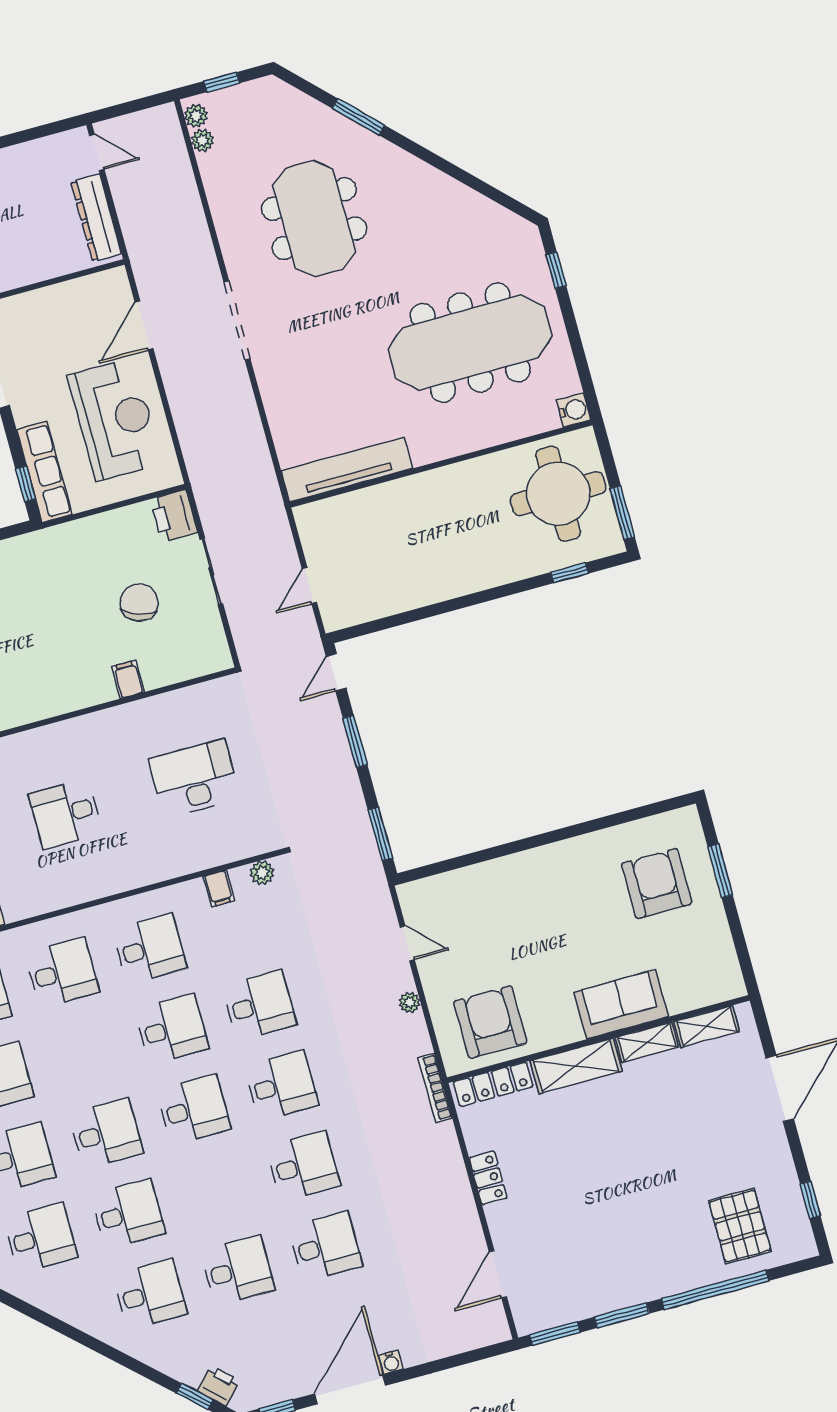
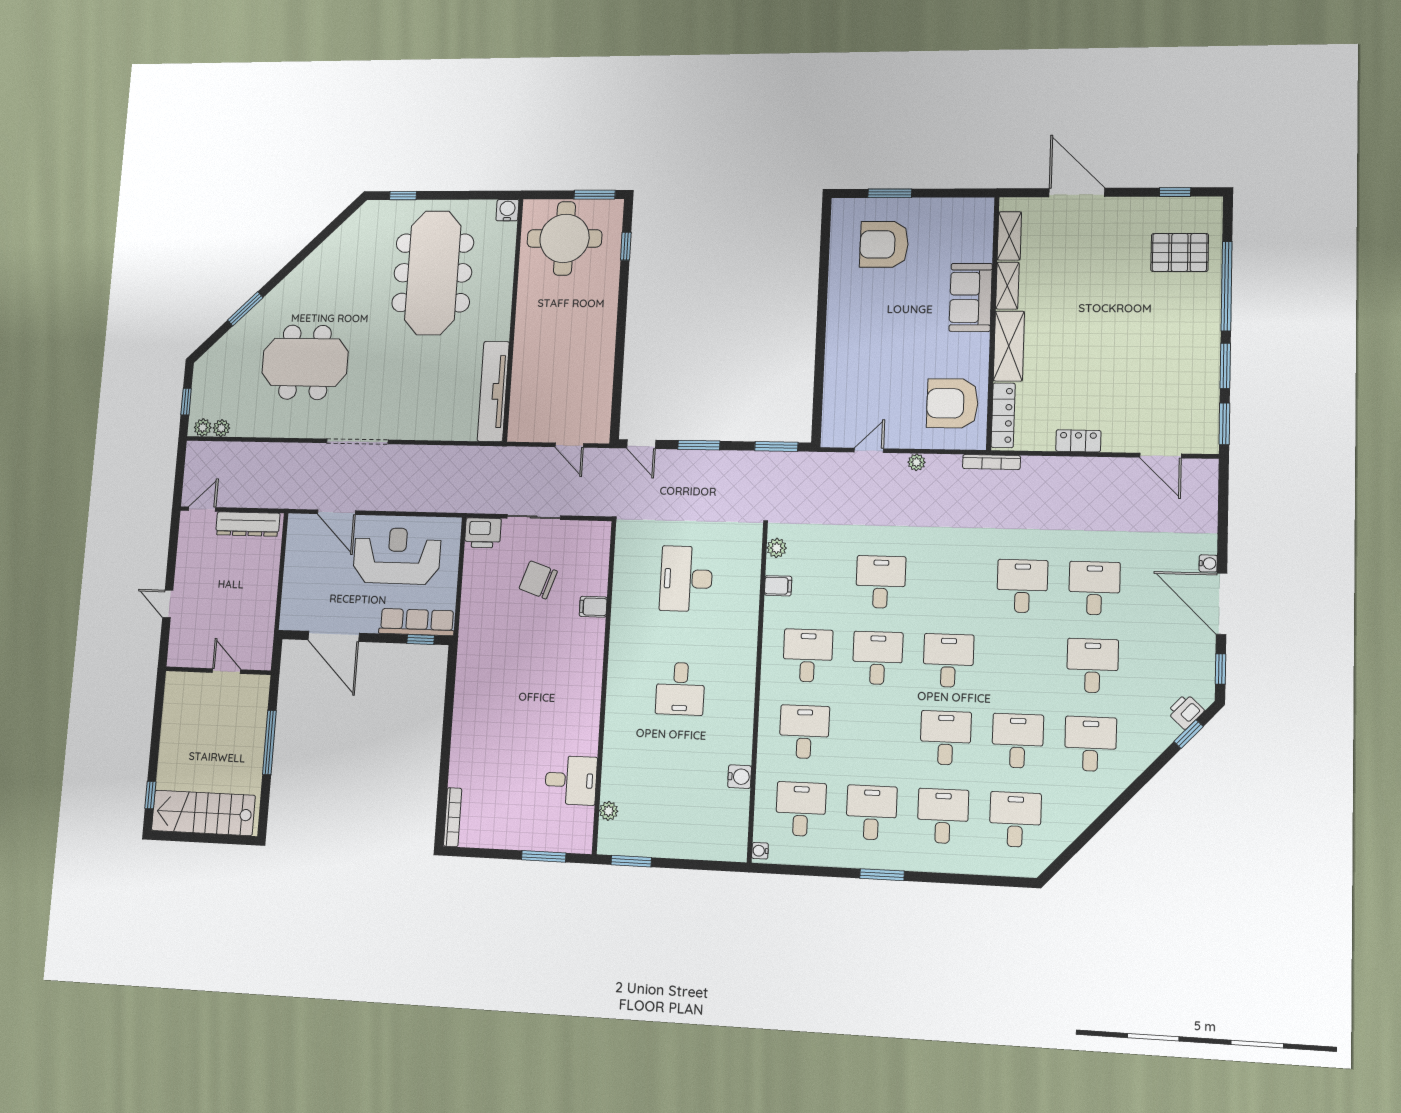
desk: (281, 1085) -> (951, 584), removed

